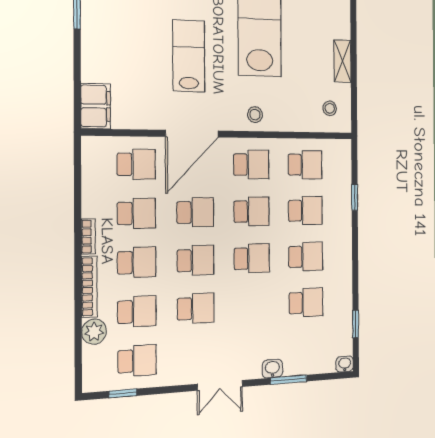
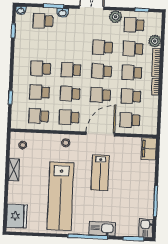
school desk: (306, 303) -> (43, 21), moved
plant: (174, 373) -> (116, 17), added

